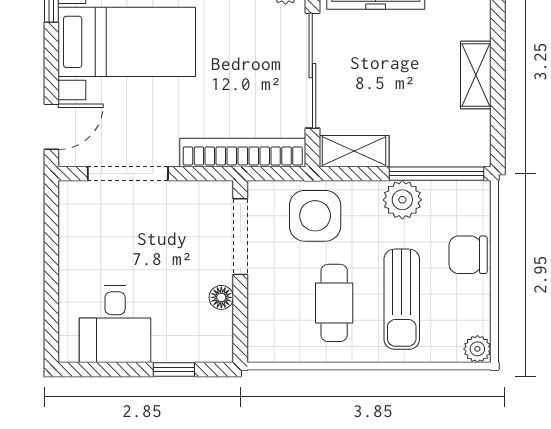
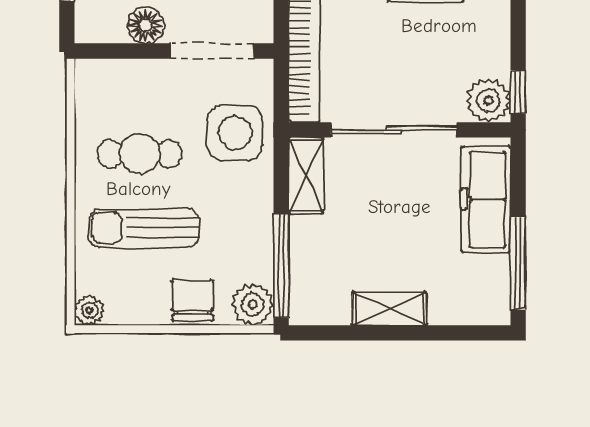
plant: (402, 200) -> (253, 304), moved
floor lamp: (221, 297) -> (146, 25), width x1.37, depth x1.37

